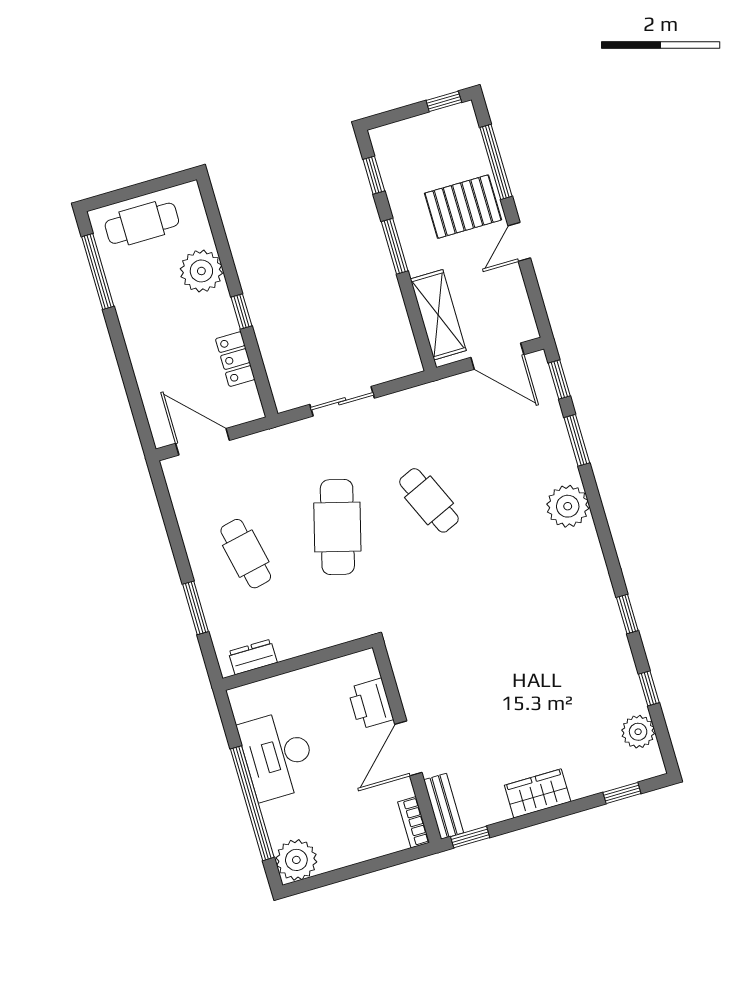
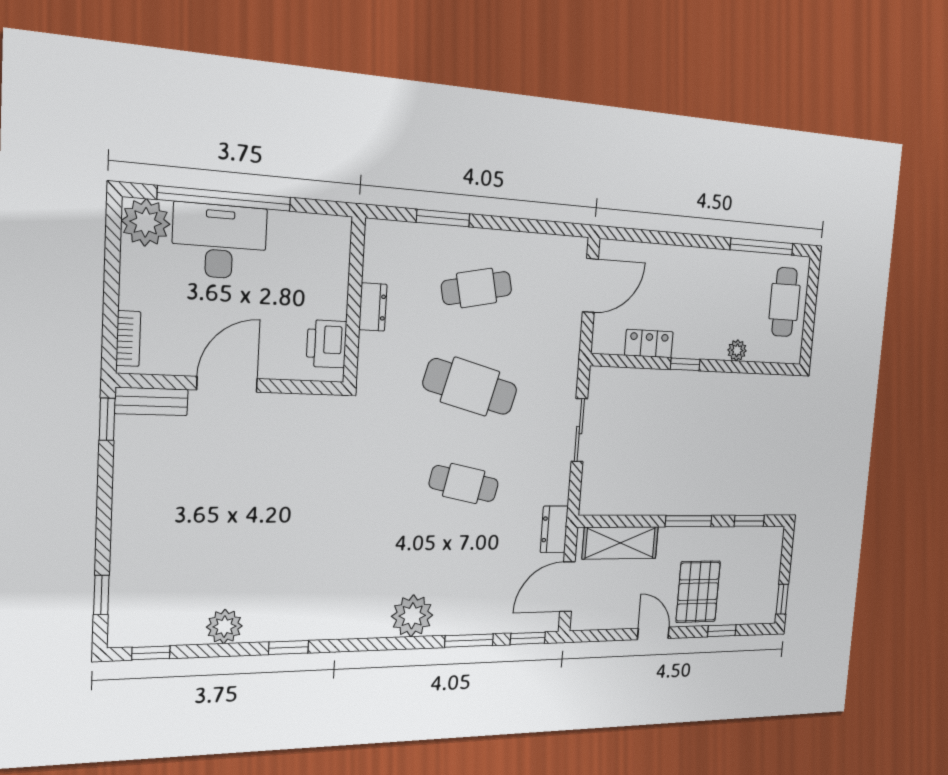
window: (496, 162) -> (722, 631), width x0.46
plant: (201, 271) -> (737, 350), width x0.53, depth x0.53
dresser: (445, 391) -> (554, 529), added
cafe table: (429, 500) -> (464, 484), turned 36
dresser: (253, 657) -> (373, 307), moved
window: (649, 688) -> (151, 653), moved
printer: (370, 704) -> (327, 344), moved, turned -90
plant: (638, 732) -> (224, 626), moved
door: (408, 748) -> (227, 384), hinge flipped
desk: (278, 755) -> (220, 241), moved
wardrobe: (538, 793) -> (131, 505), removed
bookcase: (414, 822) -> (128, 339), moved, turned 90

